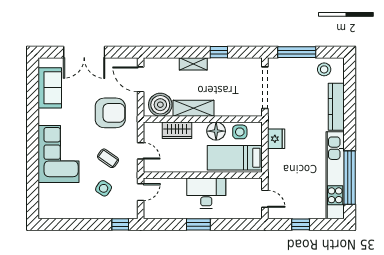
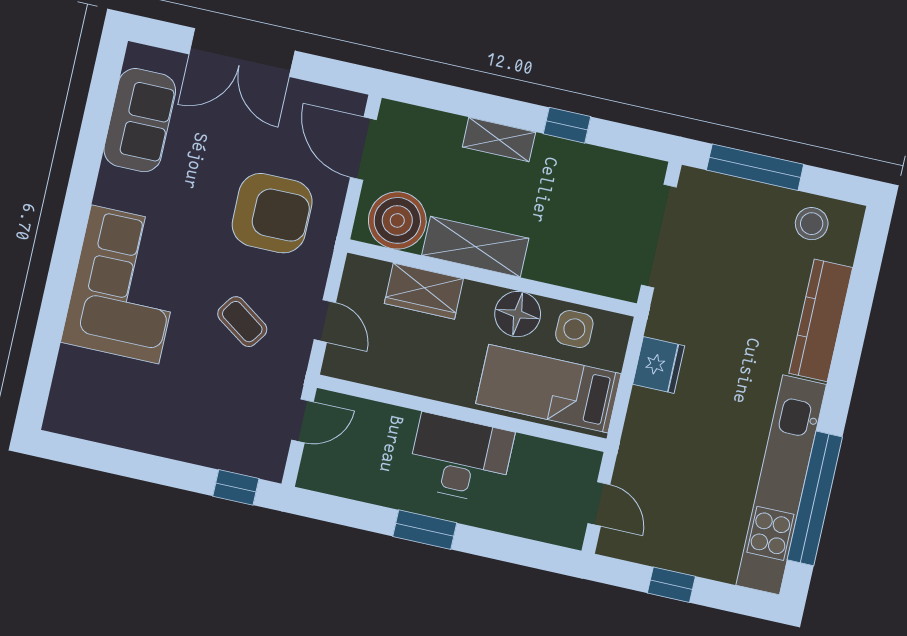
side table: (104, 188) -> (215, 392), removed

